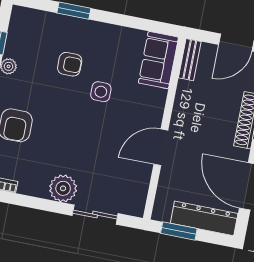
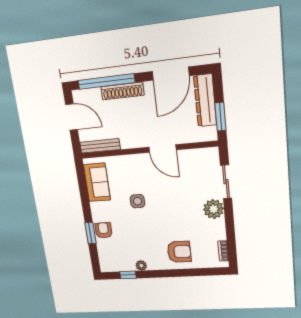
sofa: (158, 60) -> (97, 182), moved, turned -90
bench: (190, 60) -> (100, 146), width x1.36
armchair: (70, 64) -> (104, 230), moved

